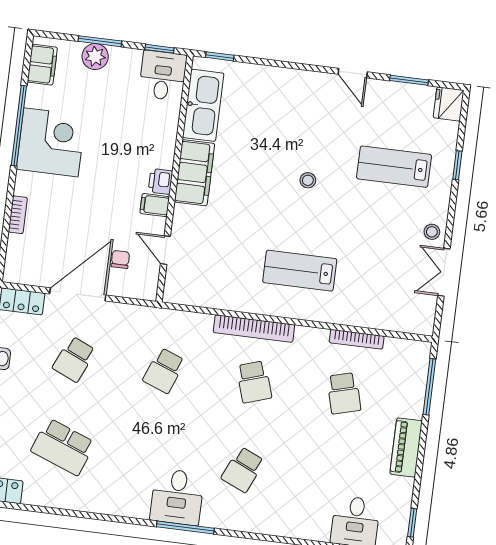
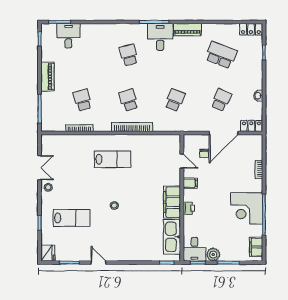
plant: (95, 57) -> (213, 255), moved
printer: (160, 181) -> (189, 208), moved
school desk: (243, 470) -> (129, 55), turned -39
piano: (122, 504) -> (188, 30), added

